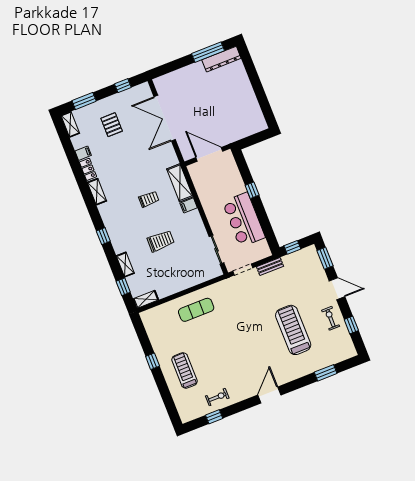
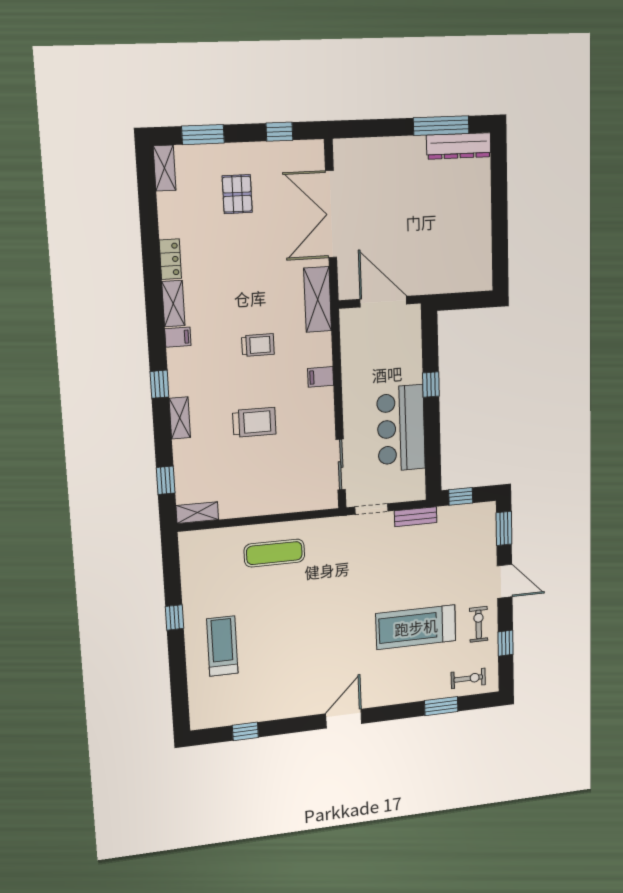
filing cabinet: (83, 153) -> (178, 337), moved
shelving: (180, 183) -> (318, 299), moved
shelving: (125, 265) -> (180, 418), moved
treadmill: (293, 330) -> (416, 627), turned -90
exercise bike: (217, 397) -> (468, 678), moved

